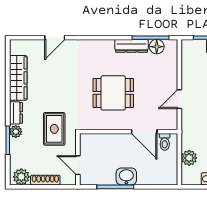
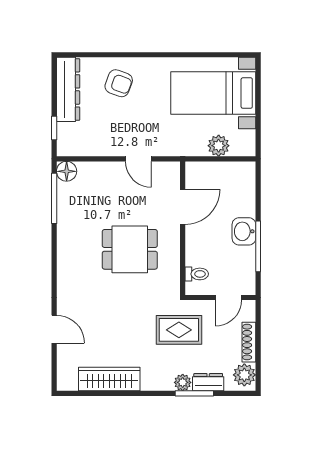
dresser: (132, 46) -> (65, 224), removed
floor lamp: (157, 47) -> (67, 171), moved
dining table: (113, 93) -> (130, 249), turned 90
dresser: (16, 113) -> (208, 382), moved
toilet: (165, 142) -> (197, 274), moved

